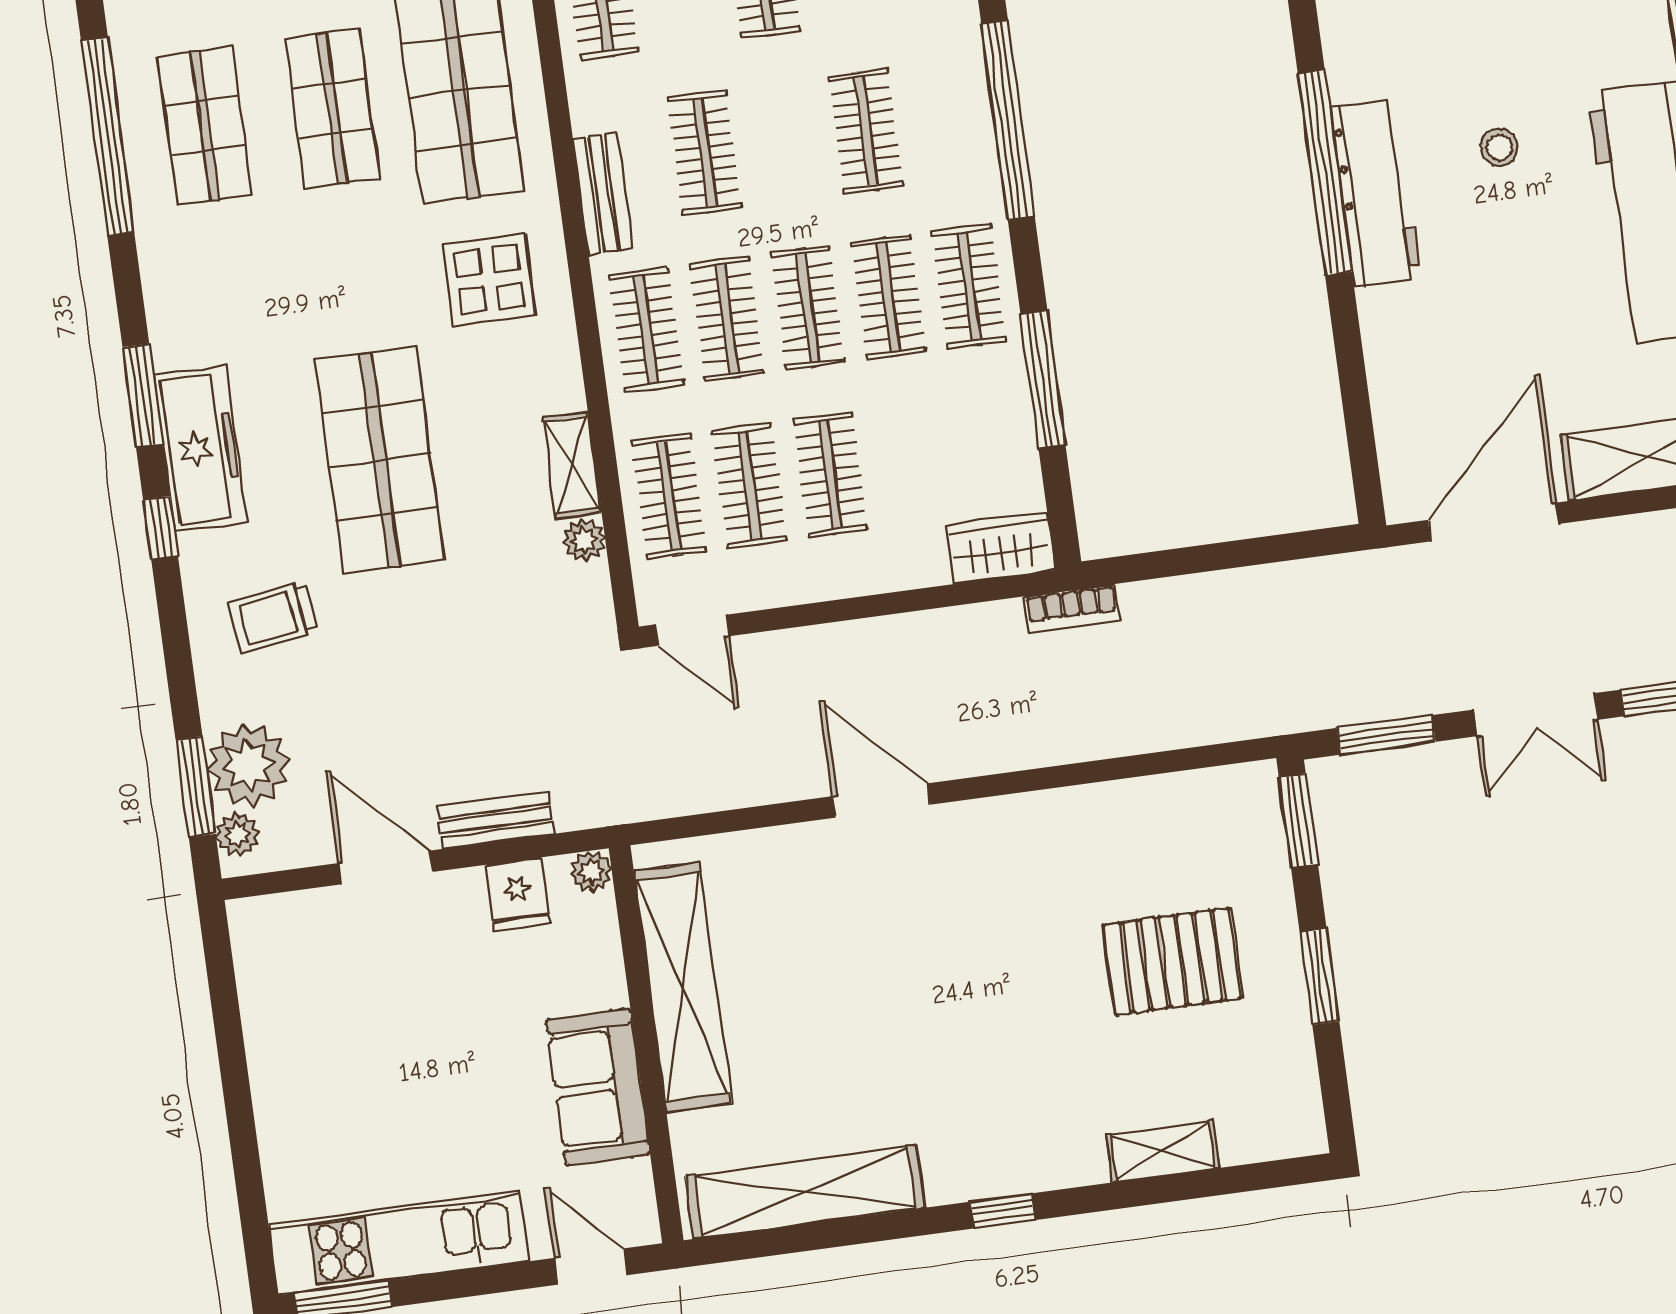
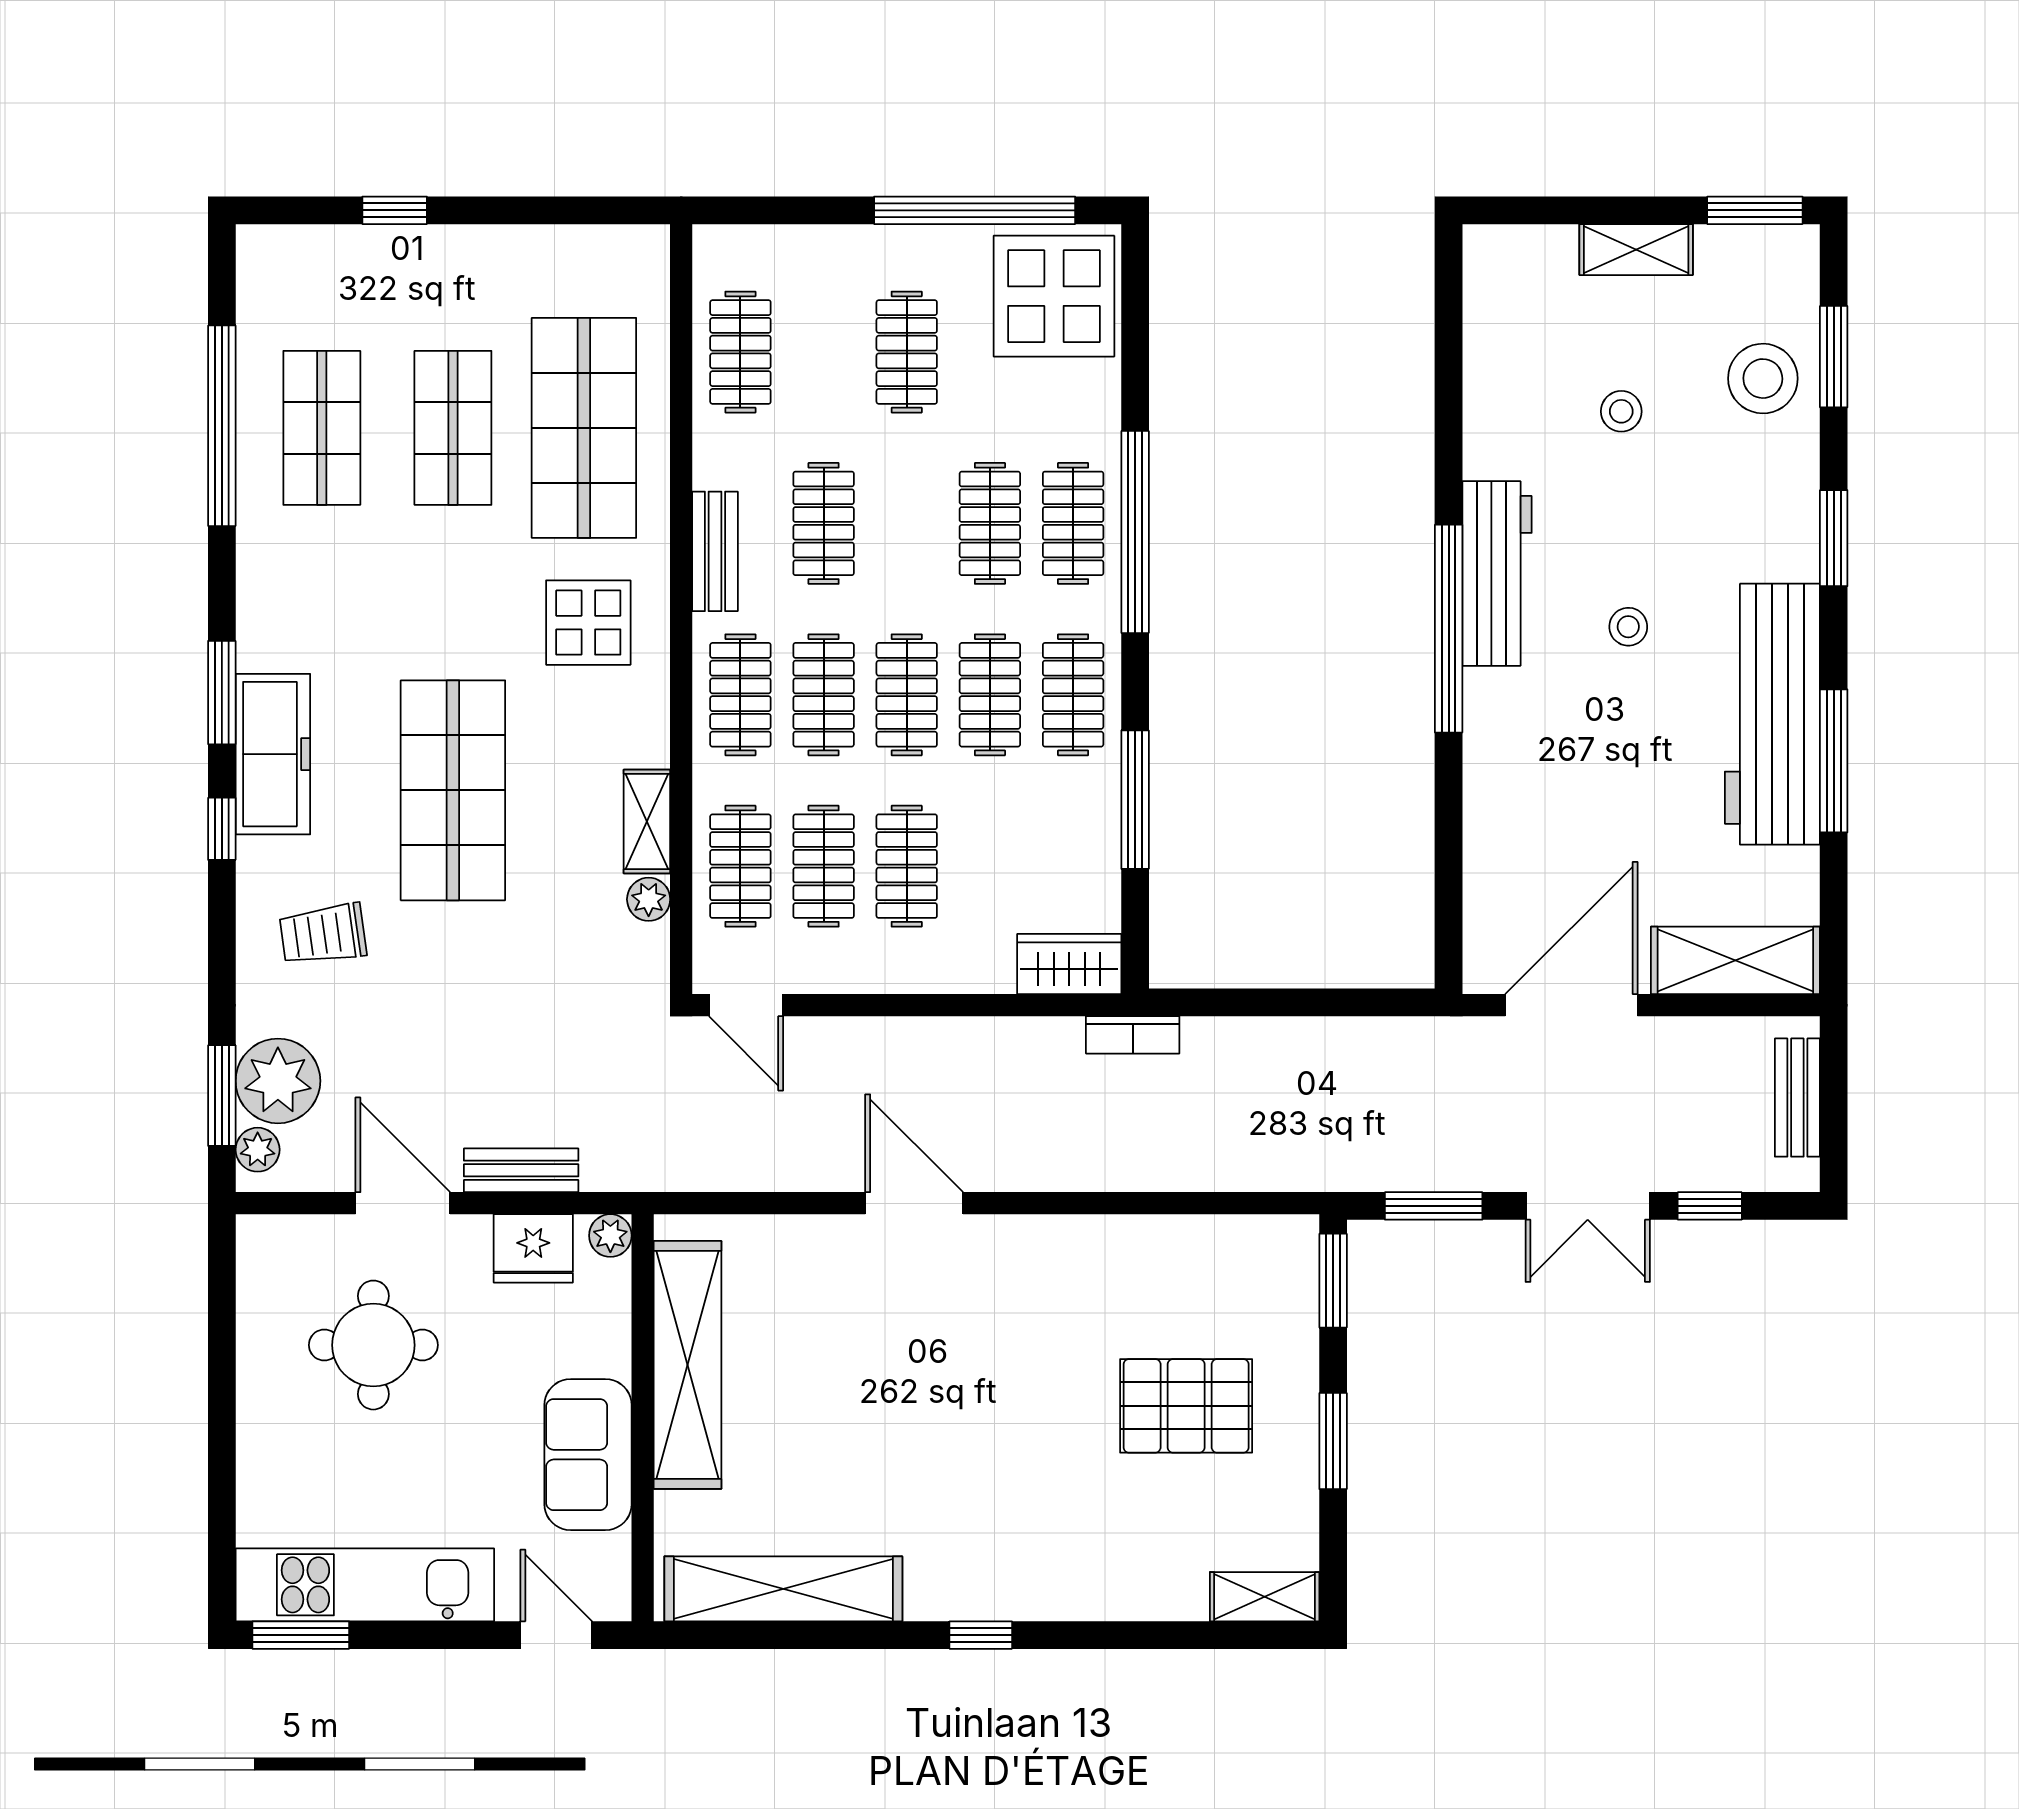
clothes rail: (947, 120) -> (1073, 523), added
workbench: (1375, 193) -> (1497, 574), moved
fridge: (518, 894) -> (533, 1248), width x1.38
round table: (375, 1009) -> (373, 1345), added
shelving: (1163, 1151) -> (1265, 1597), moved

